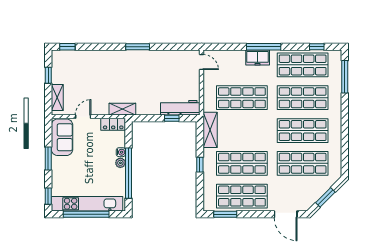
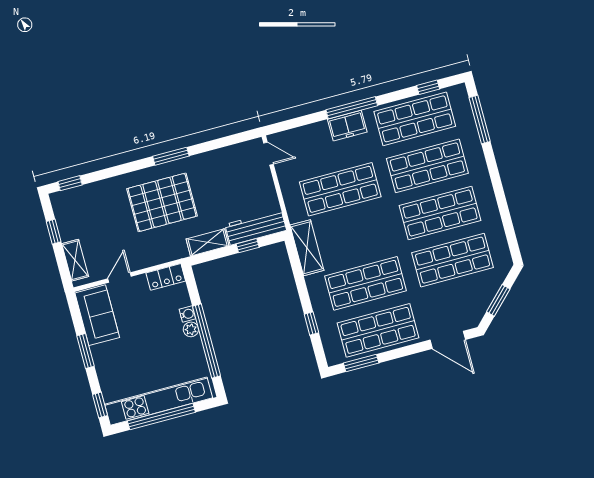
pallet: (124, 75) -> (162, 202), added
shelving: (122, 109) -> (208, 242), moved
window: (200, 165) -> (311, 323), moved

